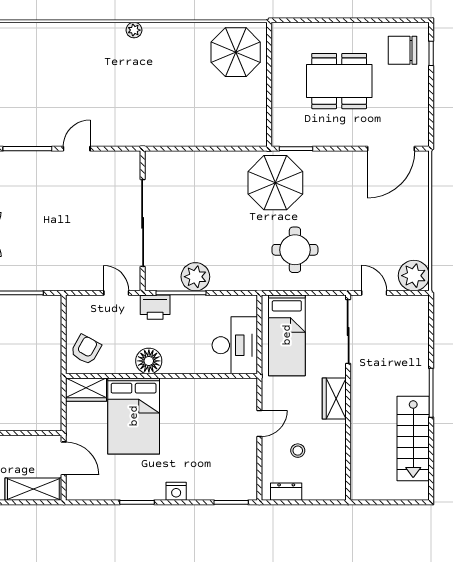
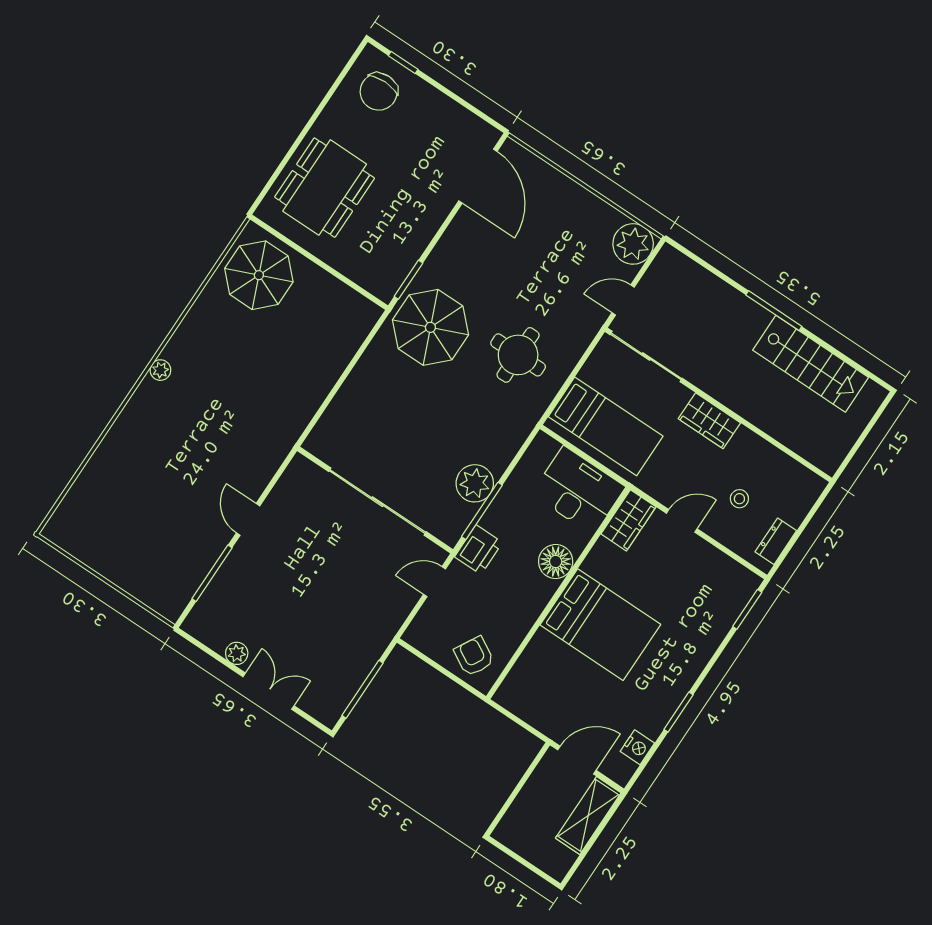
dining table: (339, 81) -> (325, 188), moved
floor lamp: (149, 361) -> (556, 561), moved
wardrobe: (86, 390) -> (628, 520), moved
bed: (134, 416) -> (600, 625), moved
door: (259, 424) -> (682, 521), hinge flipped
nightstand: (176, 491) -> (637, 747), moved

